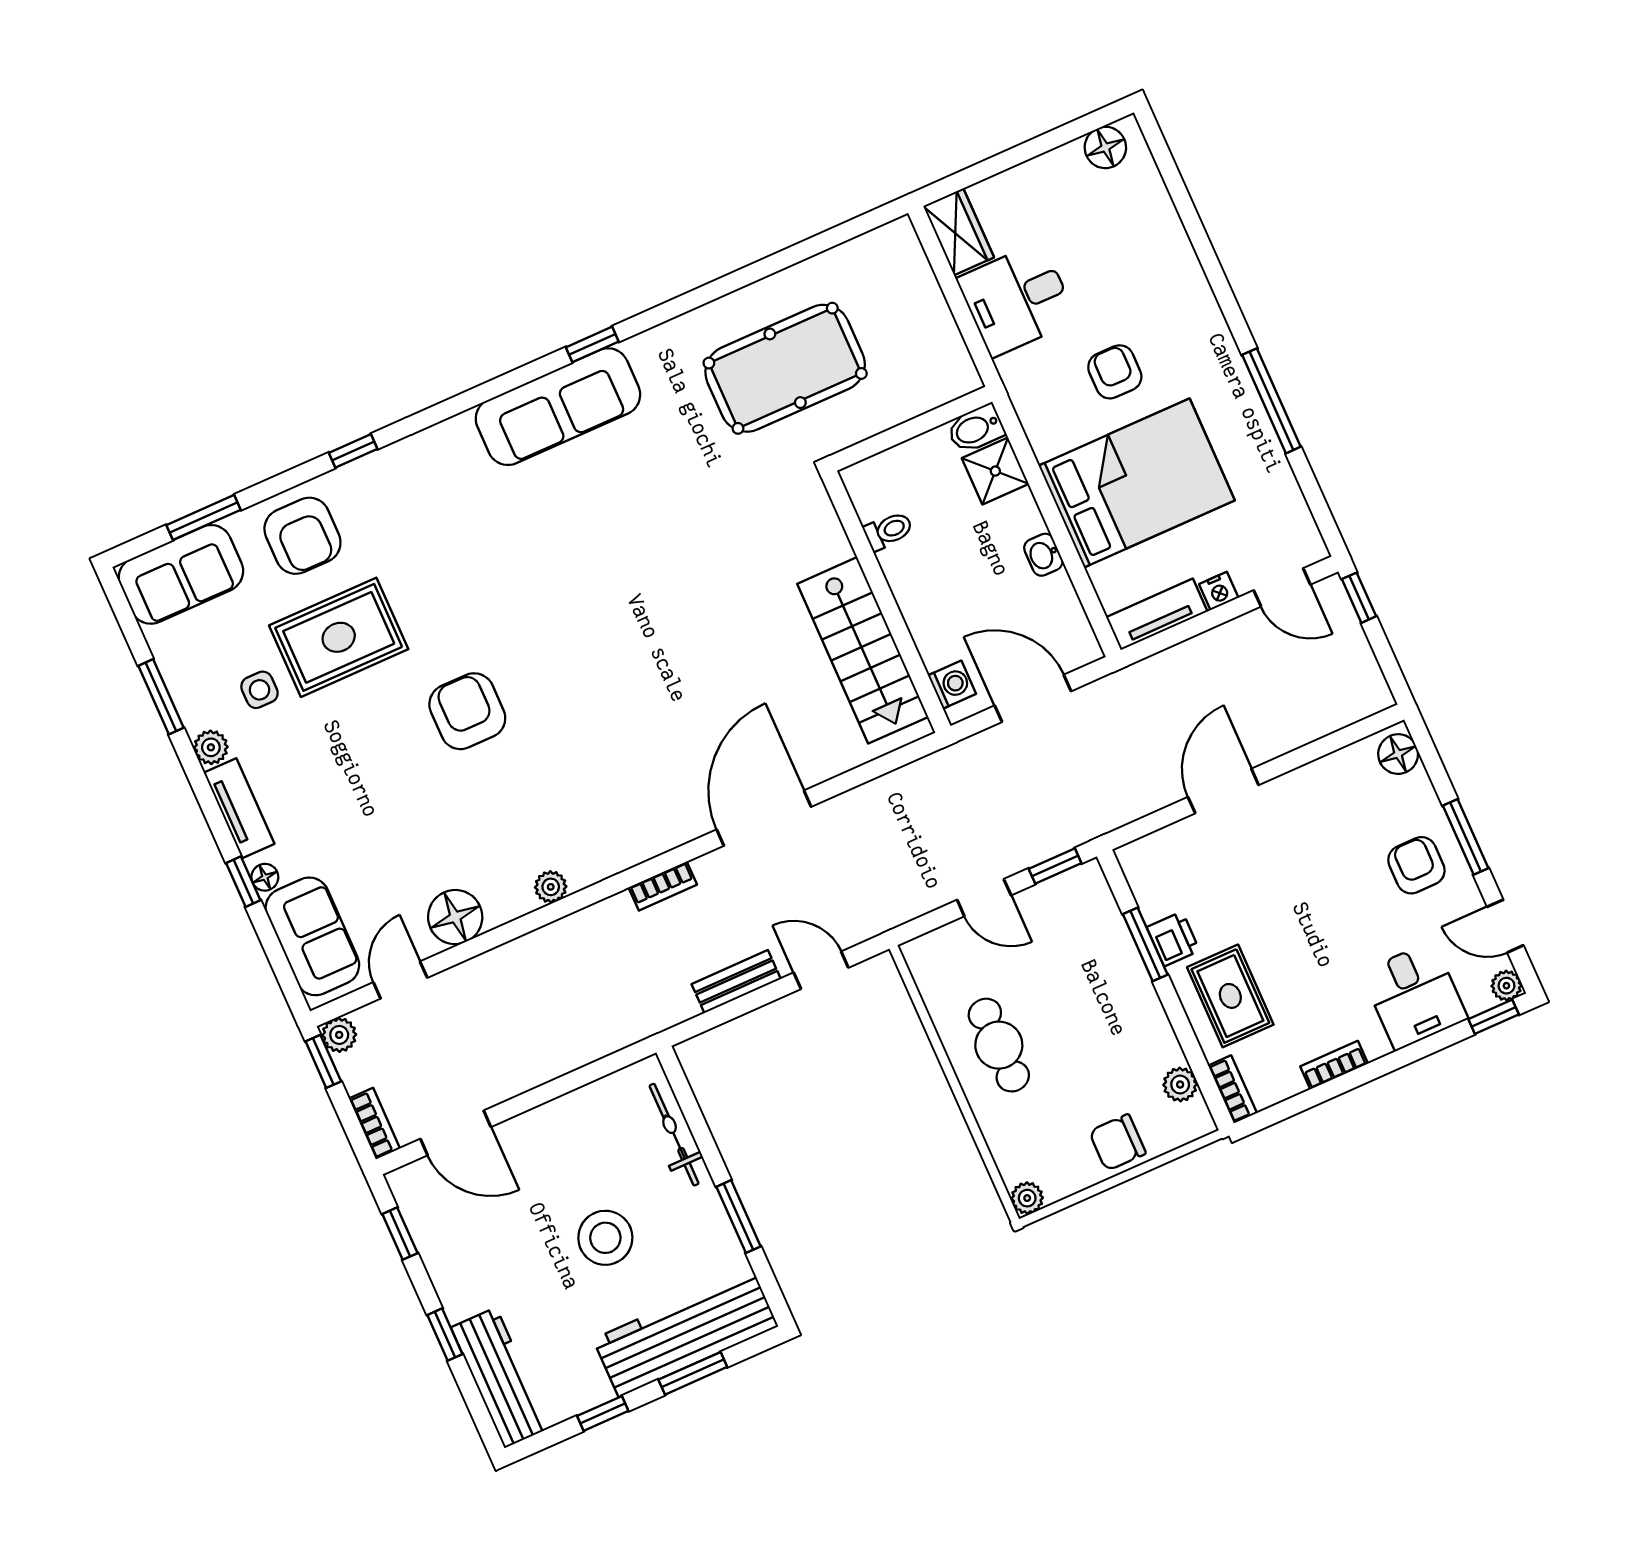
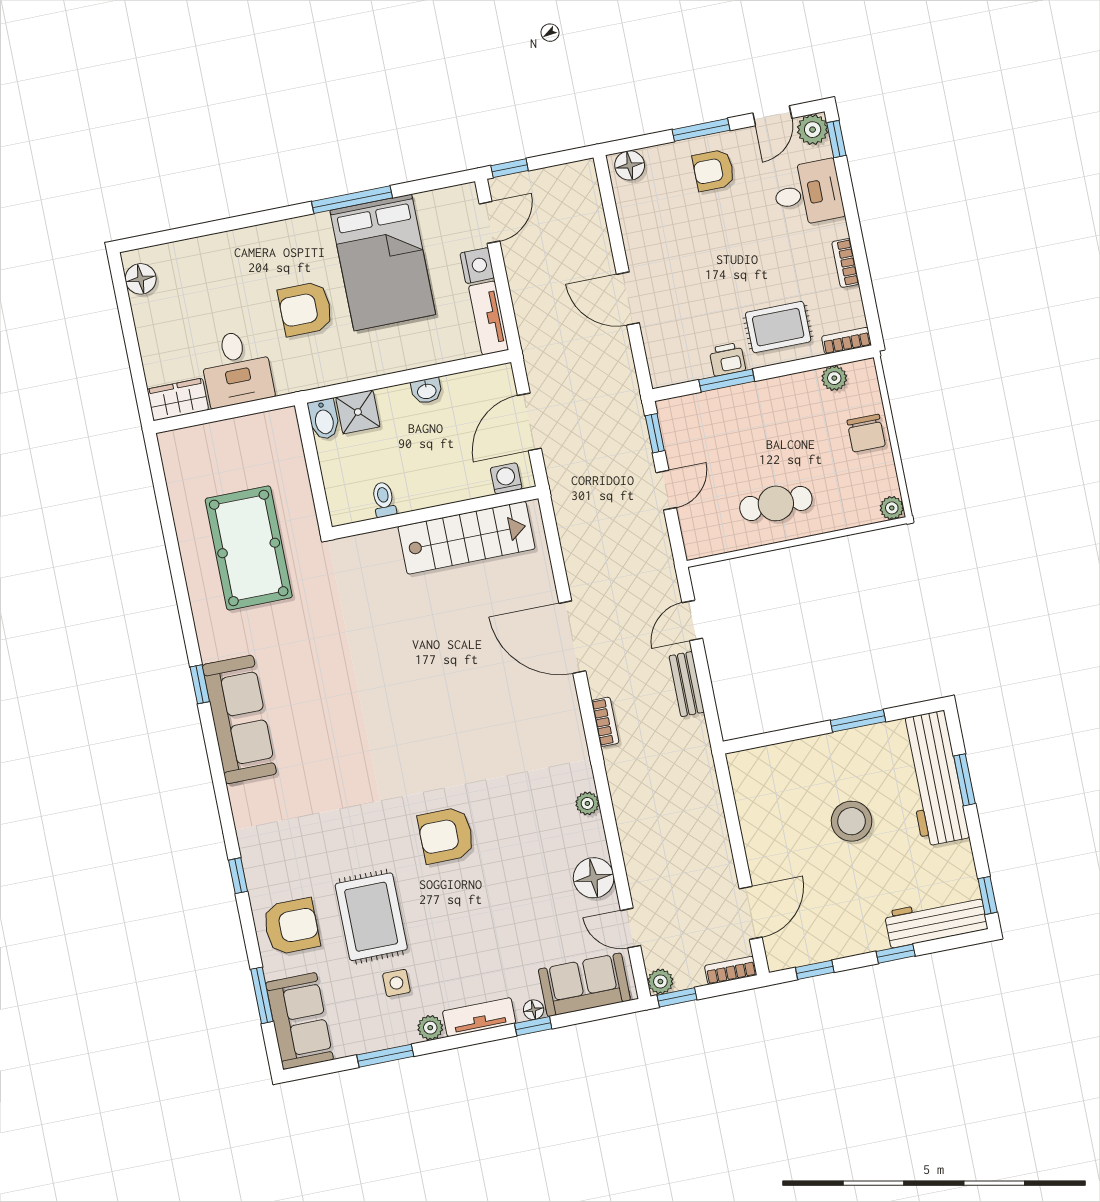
armchair: (1115, 372) -> (305, 309), width x1.38, depth x1.38
bed: (1137, 483) -> (383, 262), moved, turned 180
nightstand: (1219, 591) -> (477, 266), width x1.39, depth x1.35
plant: (1506, 986) -> (813, 130), width x1.38, depth x1.38
bicycle: (674, 1135) -> (788, 754), removed
window: (603, 1413) -> (988, 895), moved

